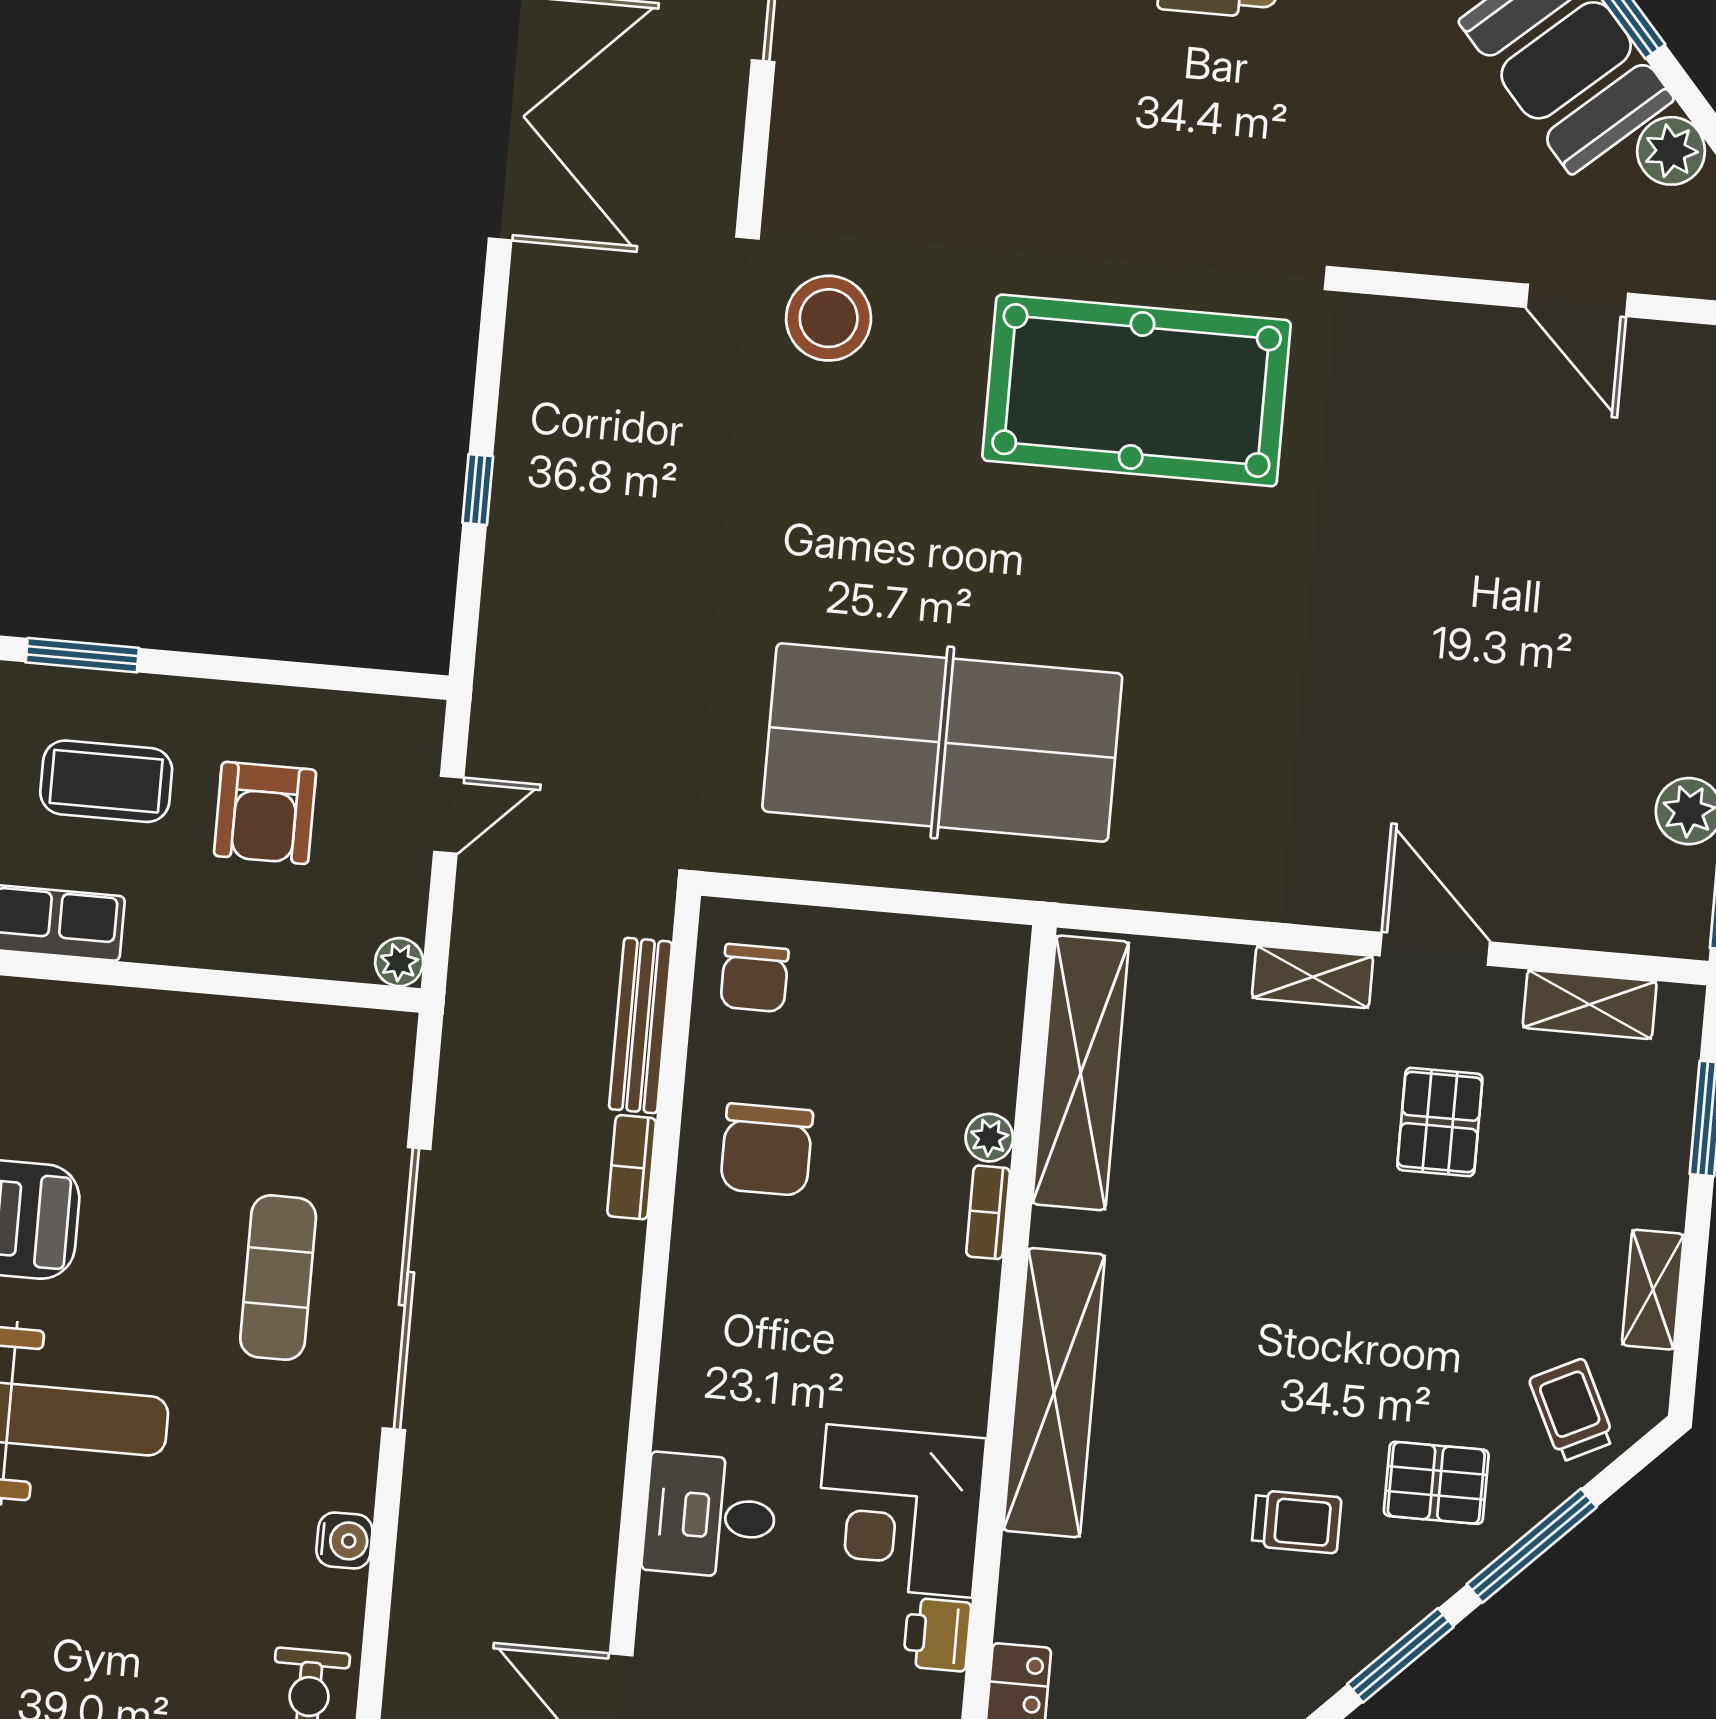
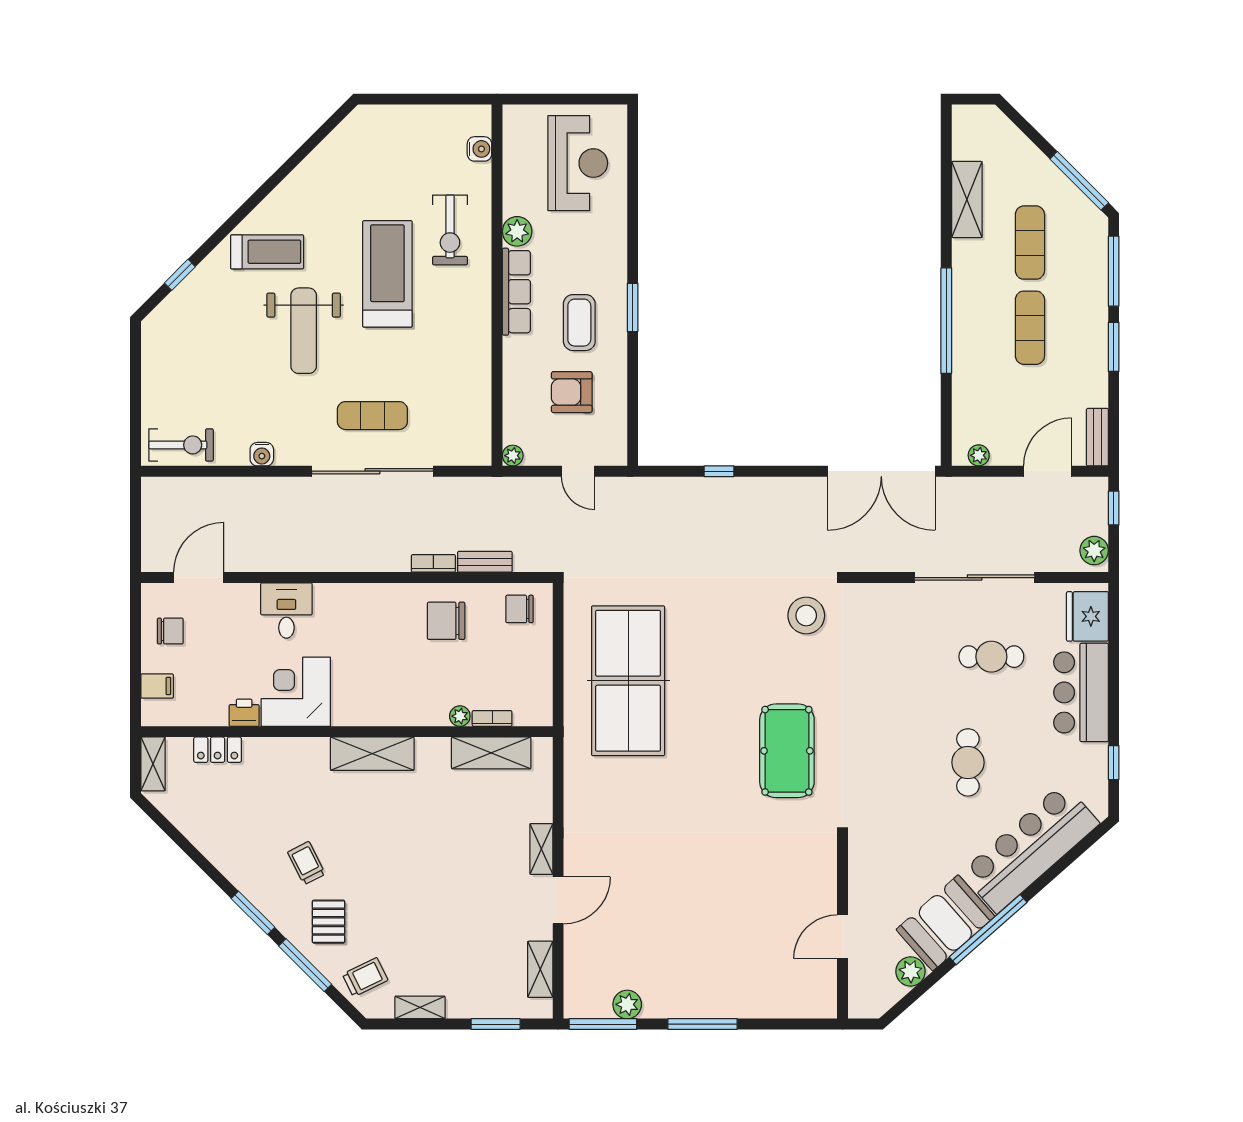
pool table: (1137, 390) -> (787, 751), width x0.73, depth x0.76
bench: (641, 1025) -> (485, 562), width x0.73
shelving: (1081, 1073) -> (491, 753), width x0.68
pallet: (1440, 1122) -> (484, 909), removed
bookcase: (988, 1212) -> (492, 718), moved
shelving: (1054, 1393) -> (372, 754), width x0.68
trolley: (1297, 1522) -> (306, 863), turned 153

